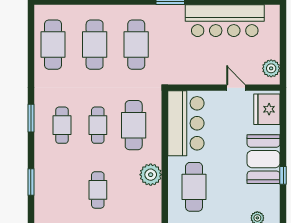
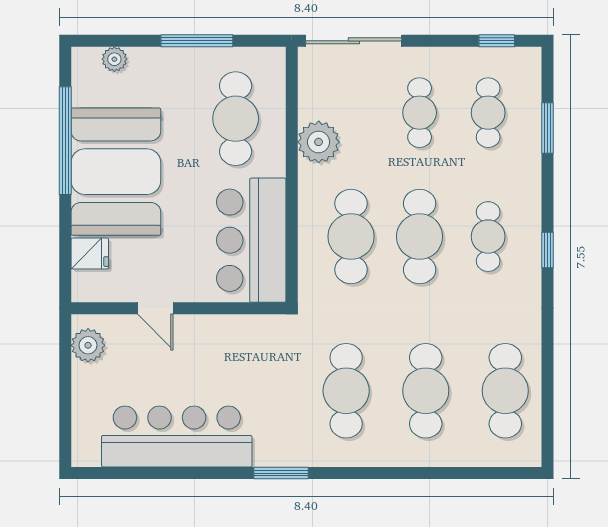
fridge: (267, 109) -> (90, 253), width x0.53, depth x0.75
window: (31, 118) -> (547, 250), width x0.67
cafe table: (98, 125) -> (420, 237), width x1.37, depth x1.35
booth: (264, 159) -> (116, 172), width x1.36, depth x1.42
window: (283, 175) -> (65, 141), width x3.17
cafe table: (62, 190) -> (488, 113), added

